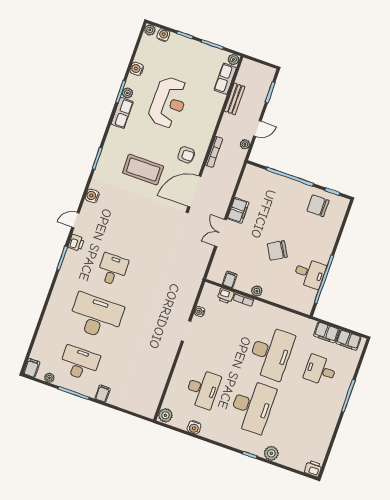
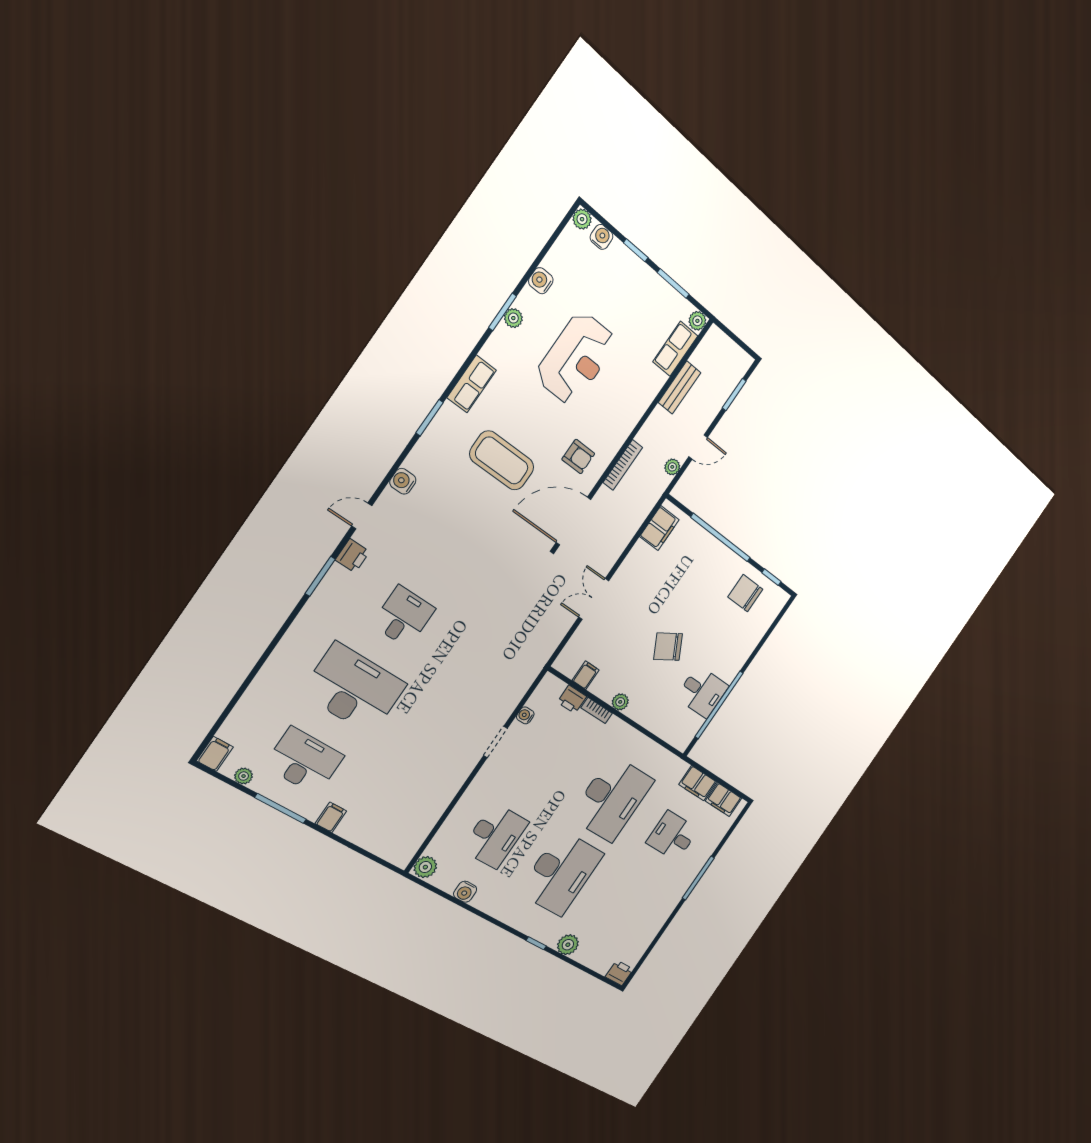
row of seats: (122, 113) -> (472, 384), moved
filing cabinet: (238, 210) -> (659, 528), moved

